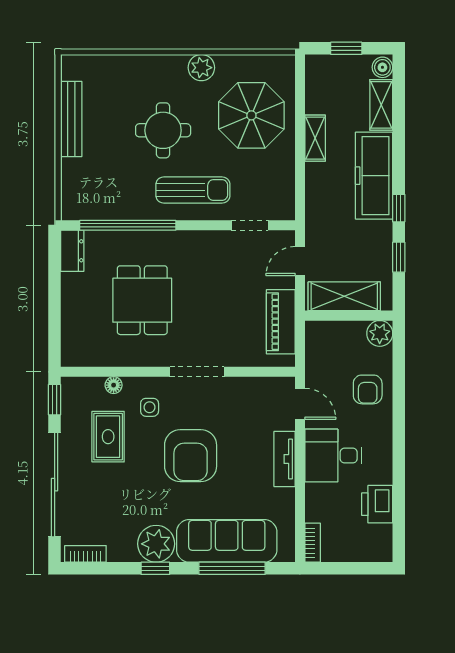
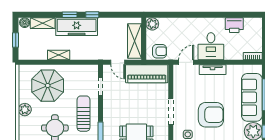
window: (399, 257) -> (70, 15), moved
piano: (281, 322) -> (147, 74), width x1.37, depth x1.33
armchair: (368, 389) -> (160, 51), moved

